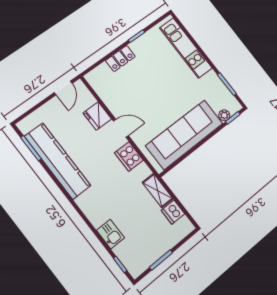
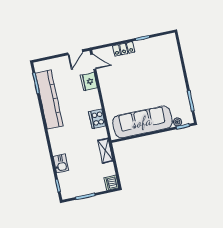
kitchen unit: (186, 48) -> (174, 62), removed
door: (121, 128) -> (93, 62), moved
dishwasher: (173, 212) -> (111, 183), moved

